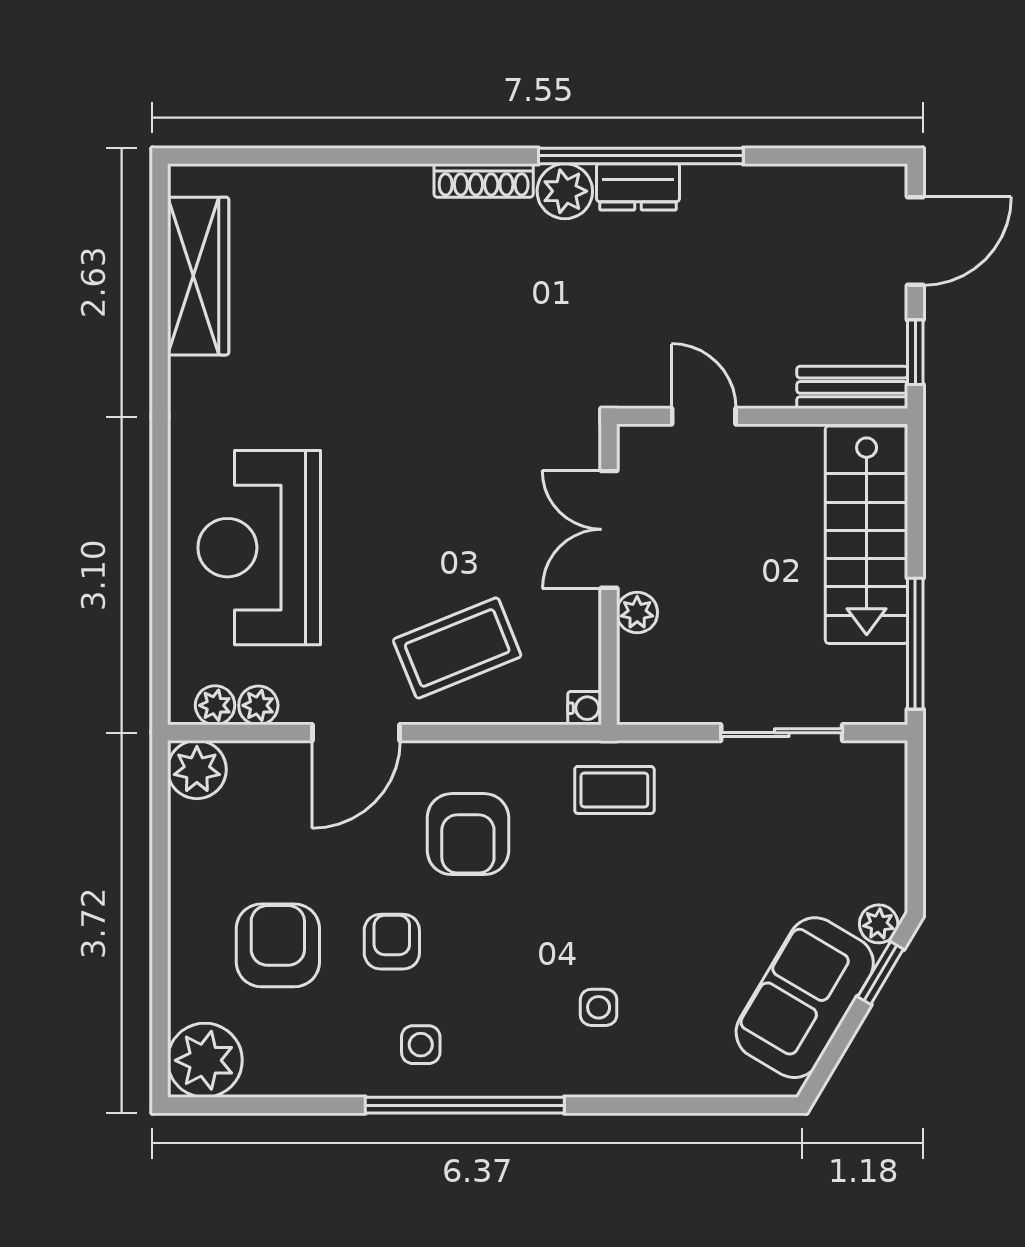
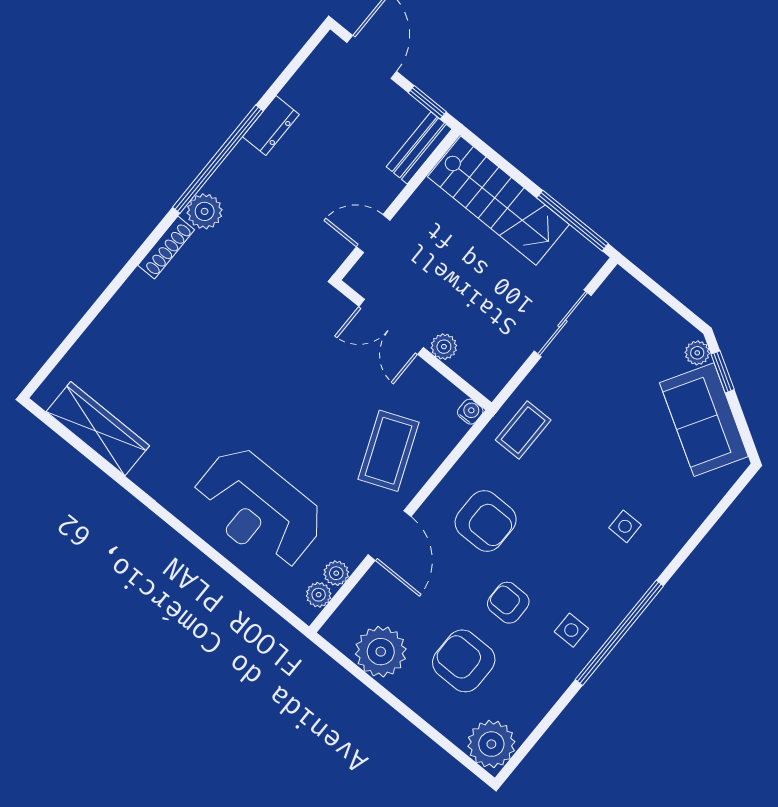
dresser: (638, 187) -> (271, 126), moved
plant: (197, 770) -> (381, 652), moved, width x1.36, depth x1.36

